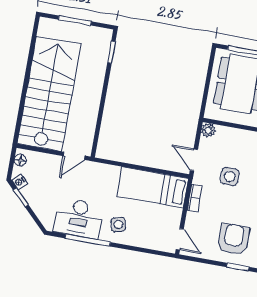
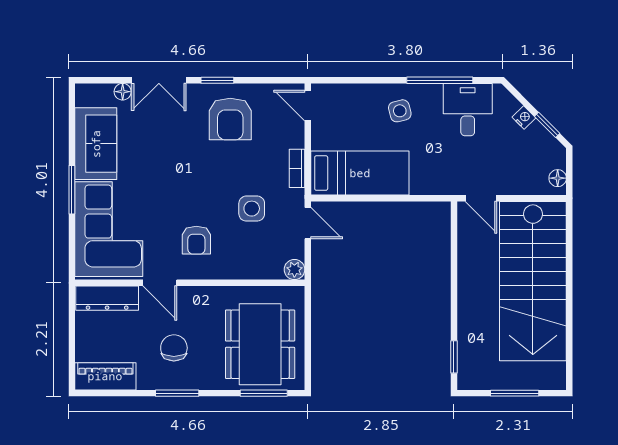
door: (74, 156) -> (481, 198), swing flipped
nightstand: (19, 182) -> (524, 118), moved
desk: (79, 218) -> (468, 110), width x0.73

